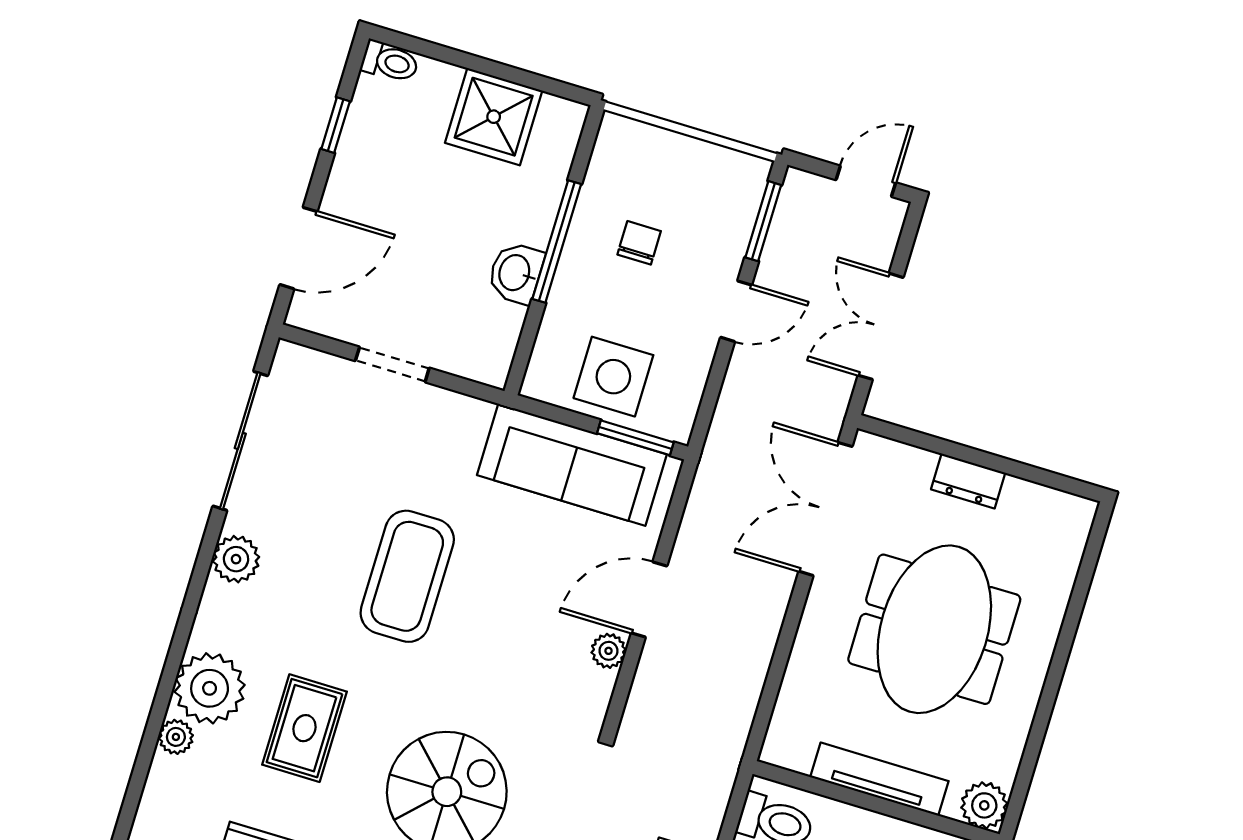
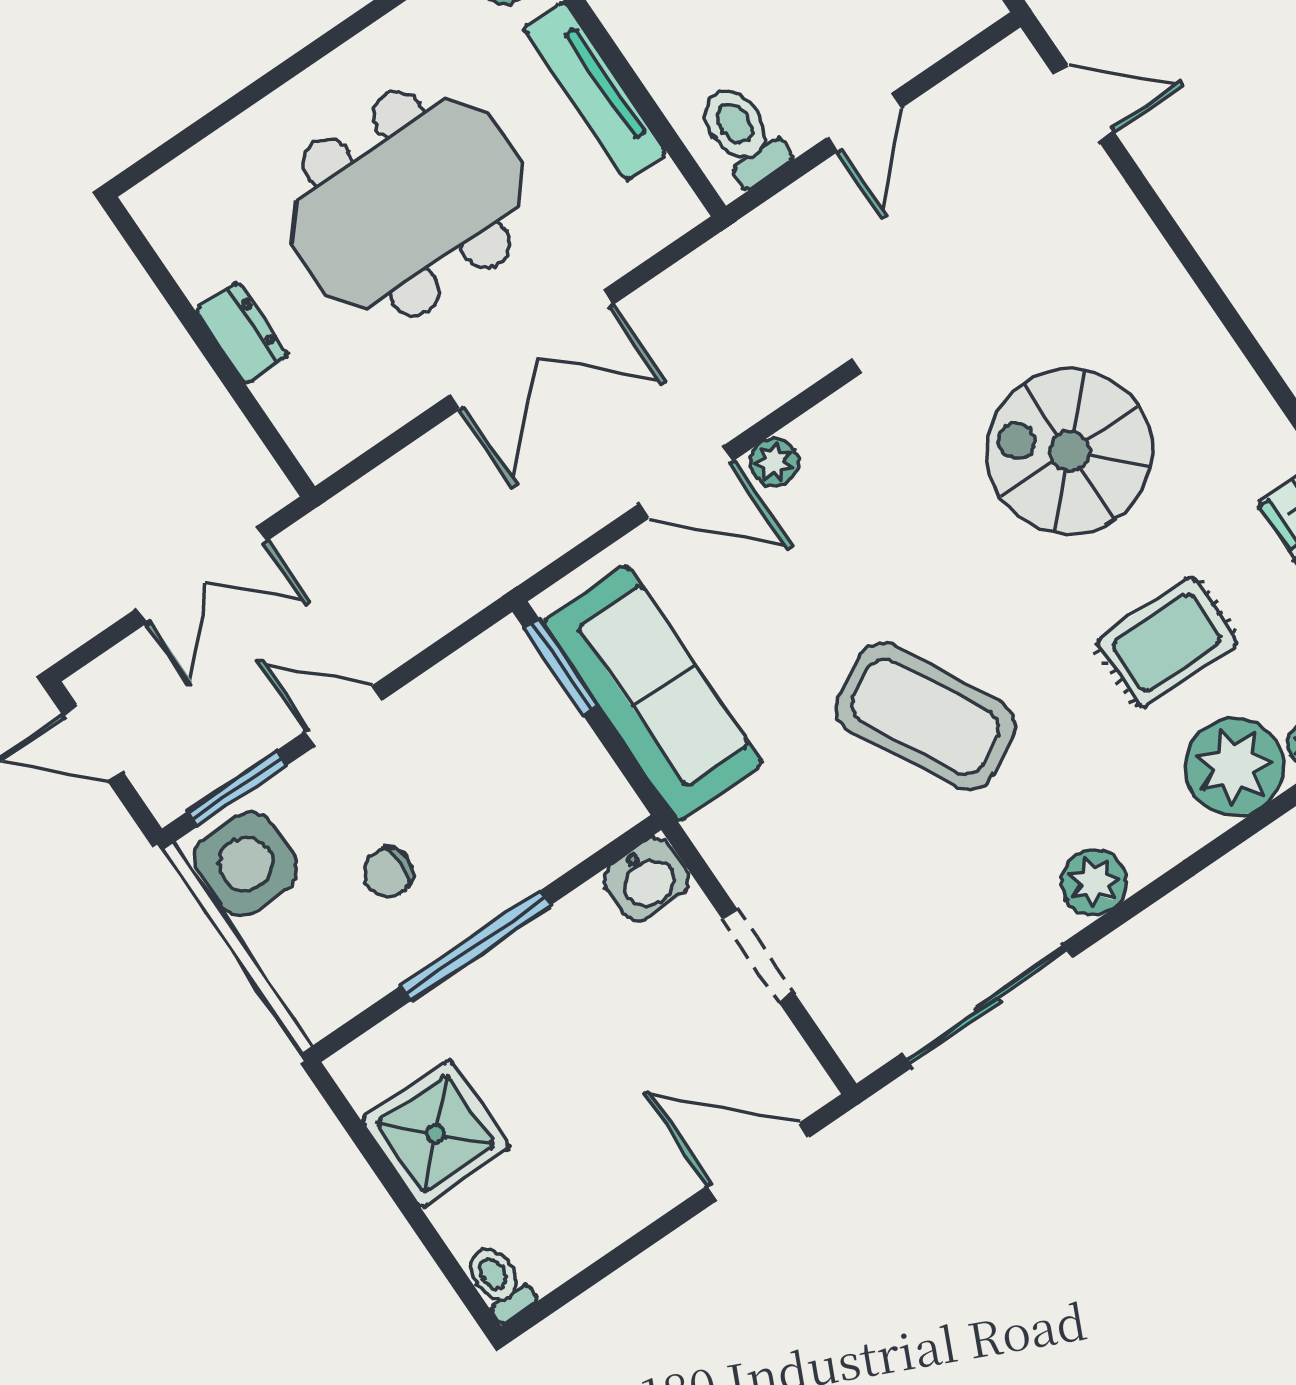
window: (336, 125) -> (612, 1261), removed
washbasin: (516, 273) -> (646, 879), moved
side table: (613, 377) -> (246, 864), moved
double door: (826, 509) -> (531, 350), moved
coffee table: (407, 576) -> (925, 716), turned 62

